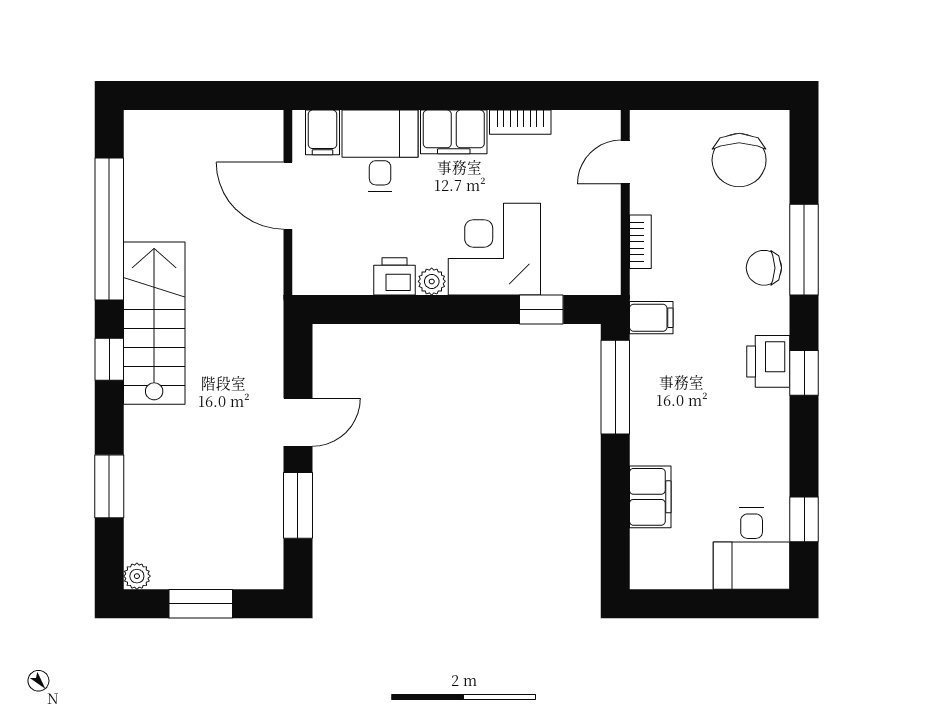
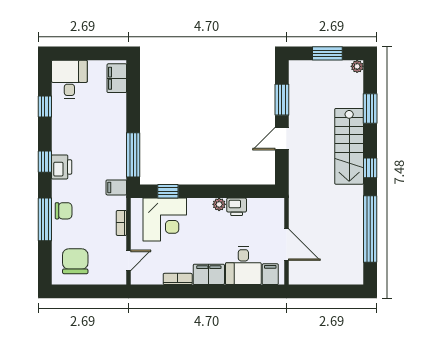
corner desk: (494, 249) -> (165, 220), moved
stairs: (154, 323) -> (349, 146), moved
filing cabinet: (650, 497) -> (117, 78), moved
window: (804, 519) -> (45, 107), moved

